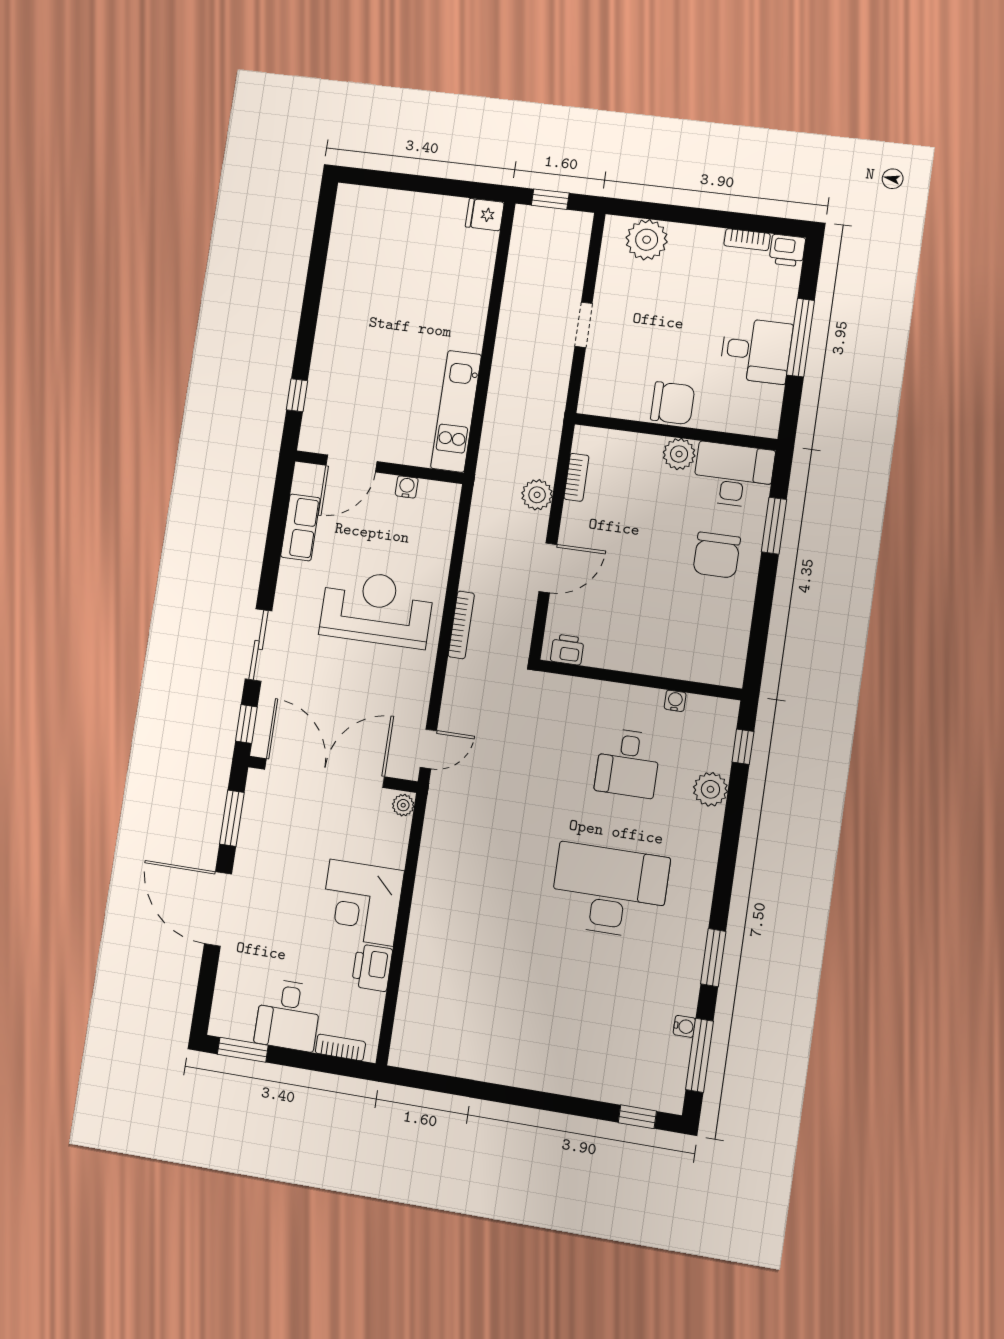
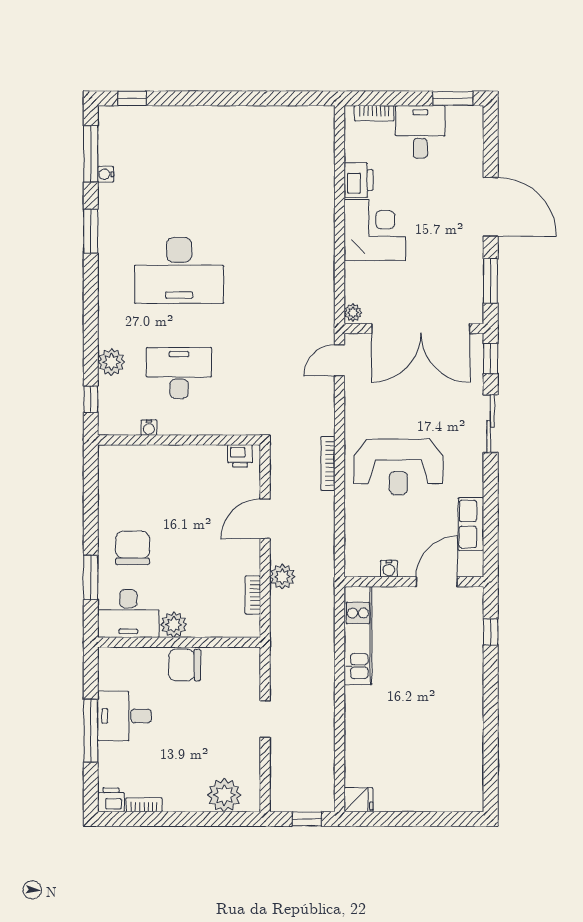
desk: (628, 763) -> (179, 373), width x1.37

